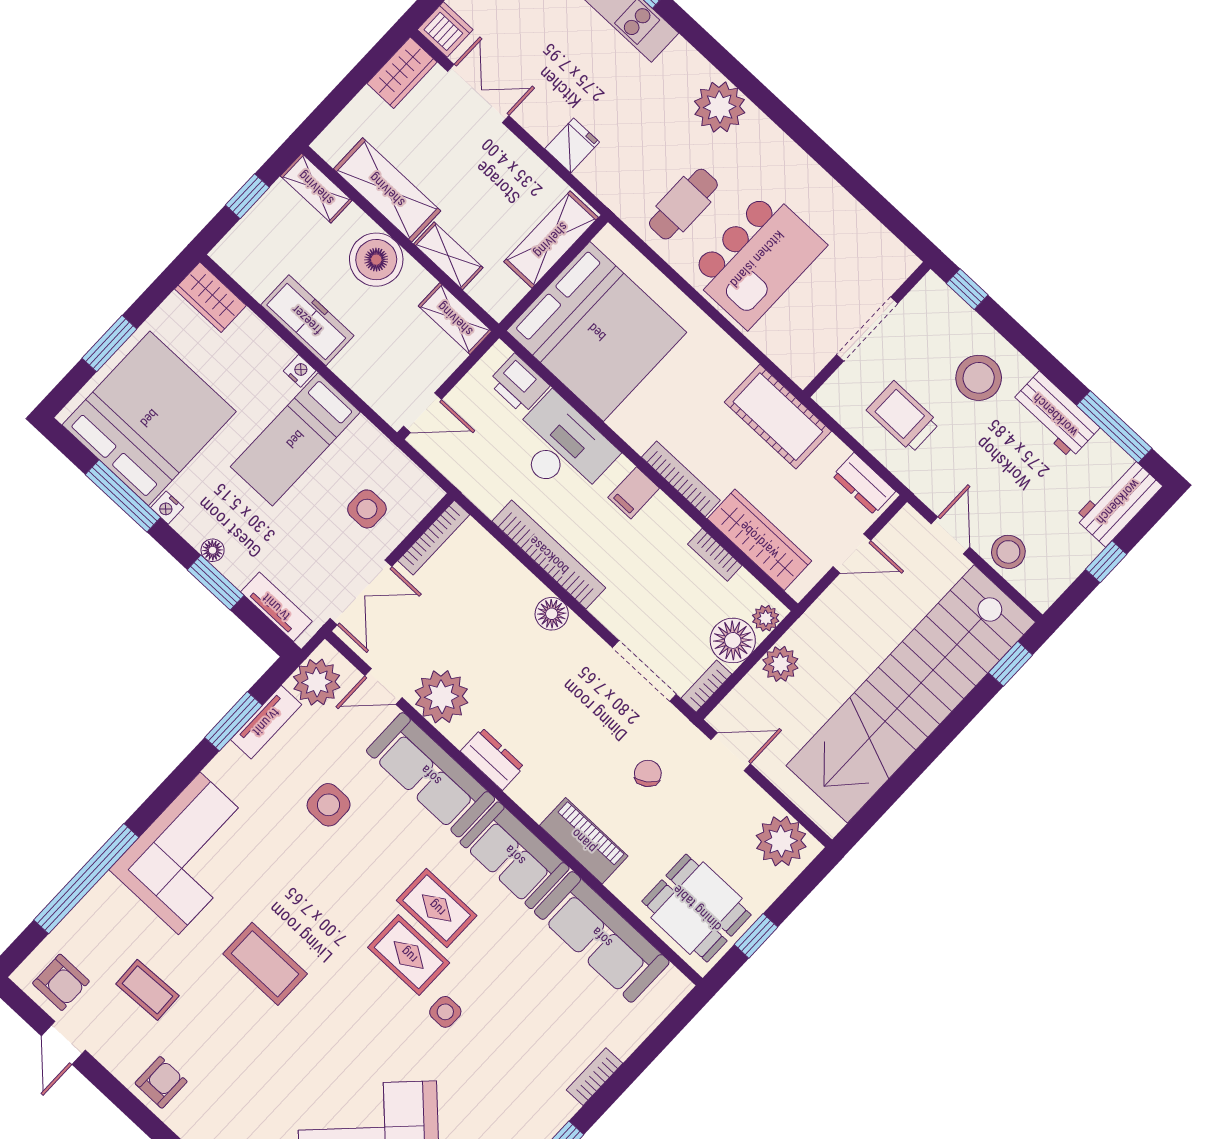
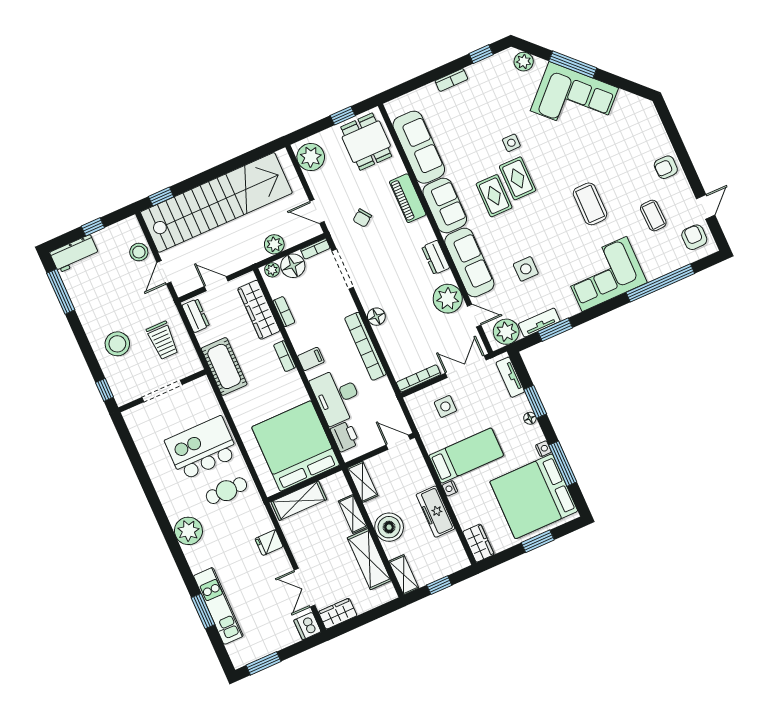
workbench: (1055, 415) -> (87, 310), removed
bookcase: (681, 479) -> (285, 356), width x0.64

